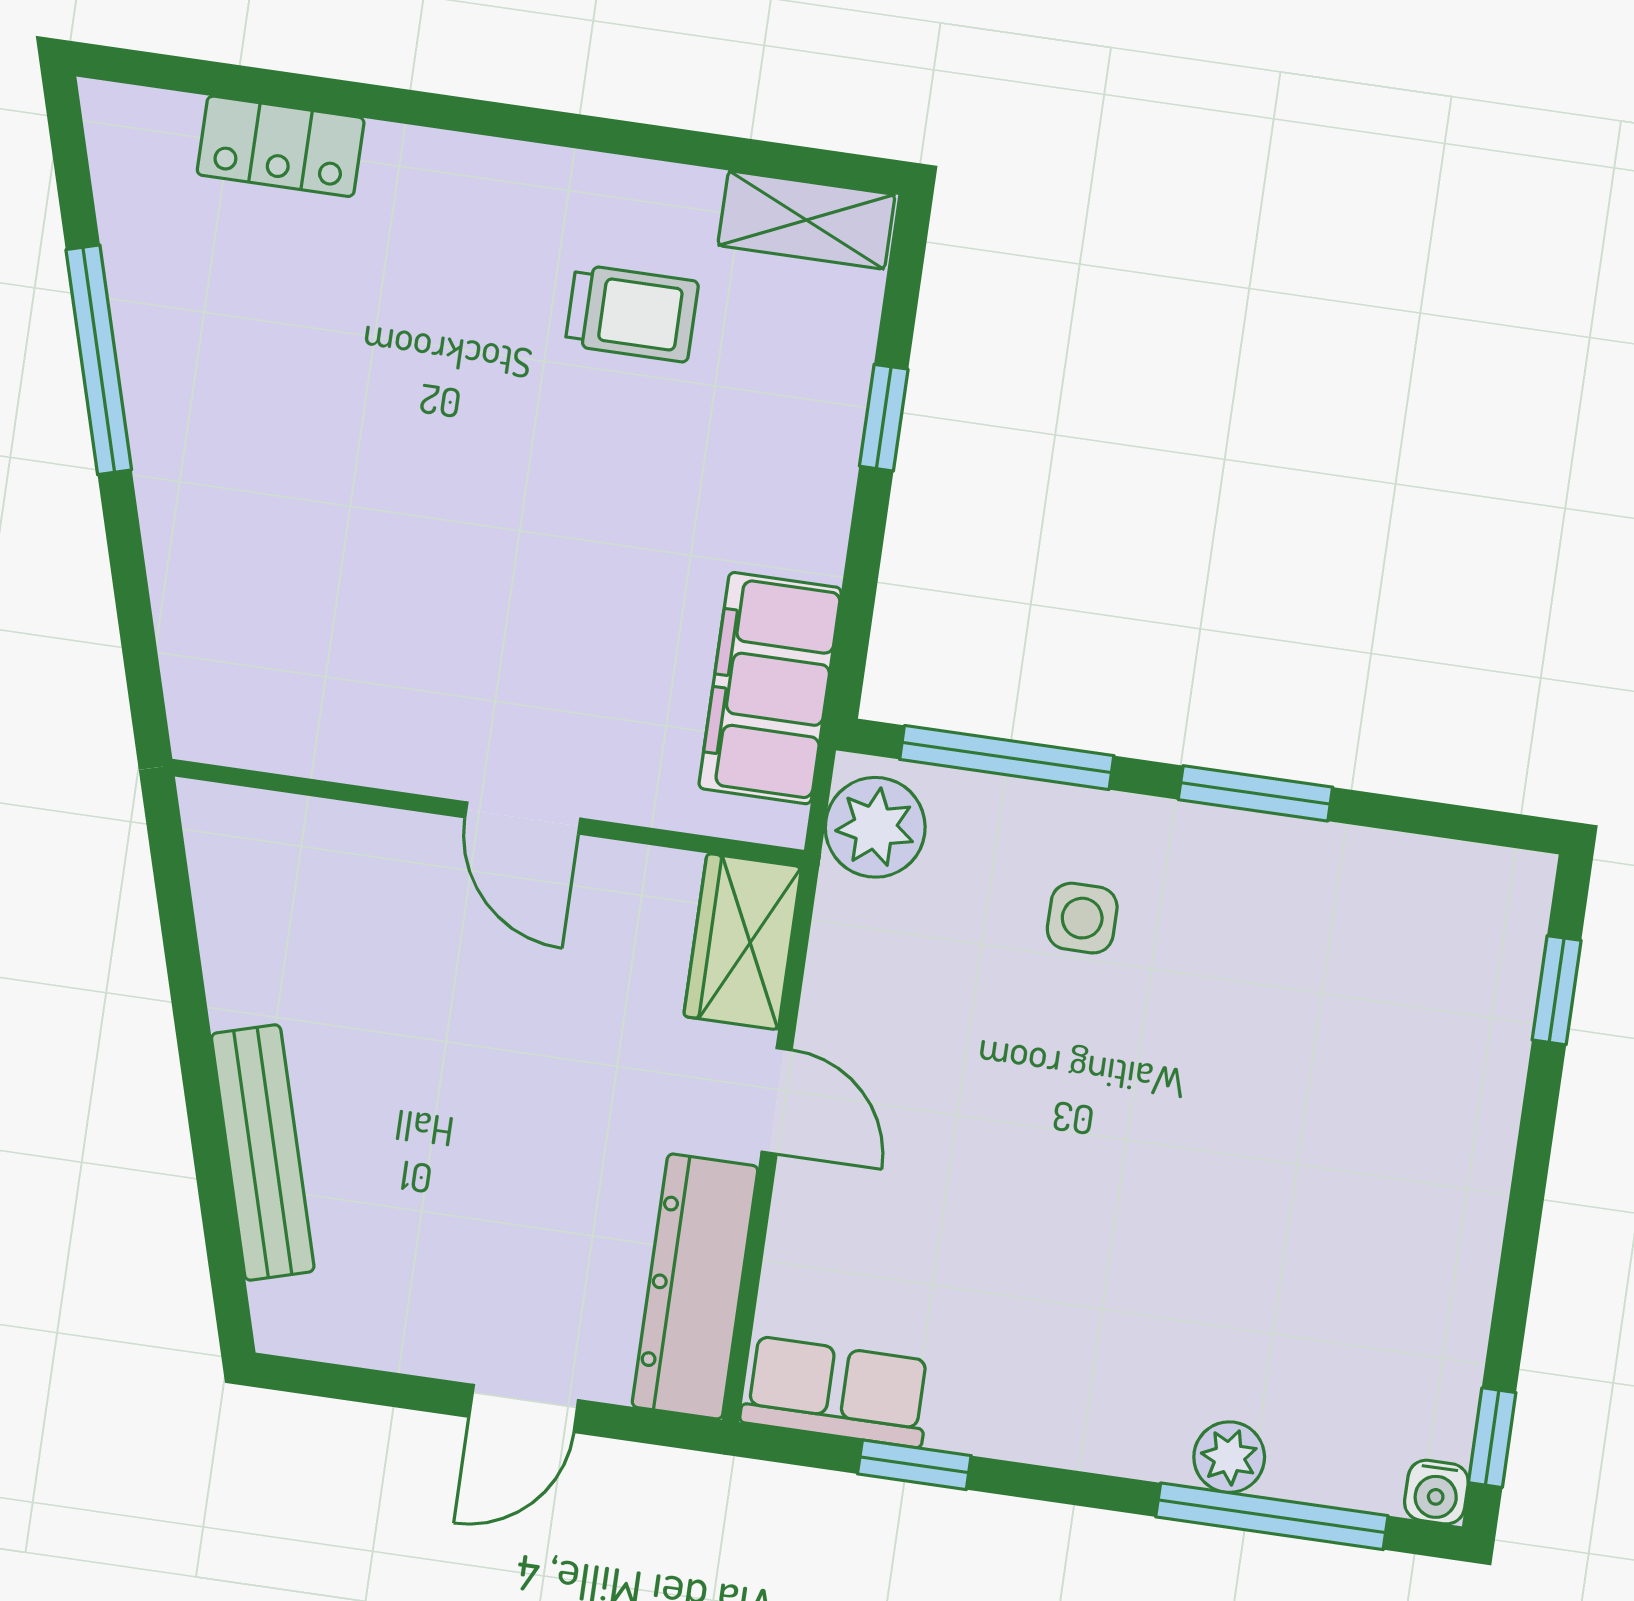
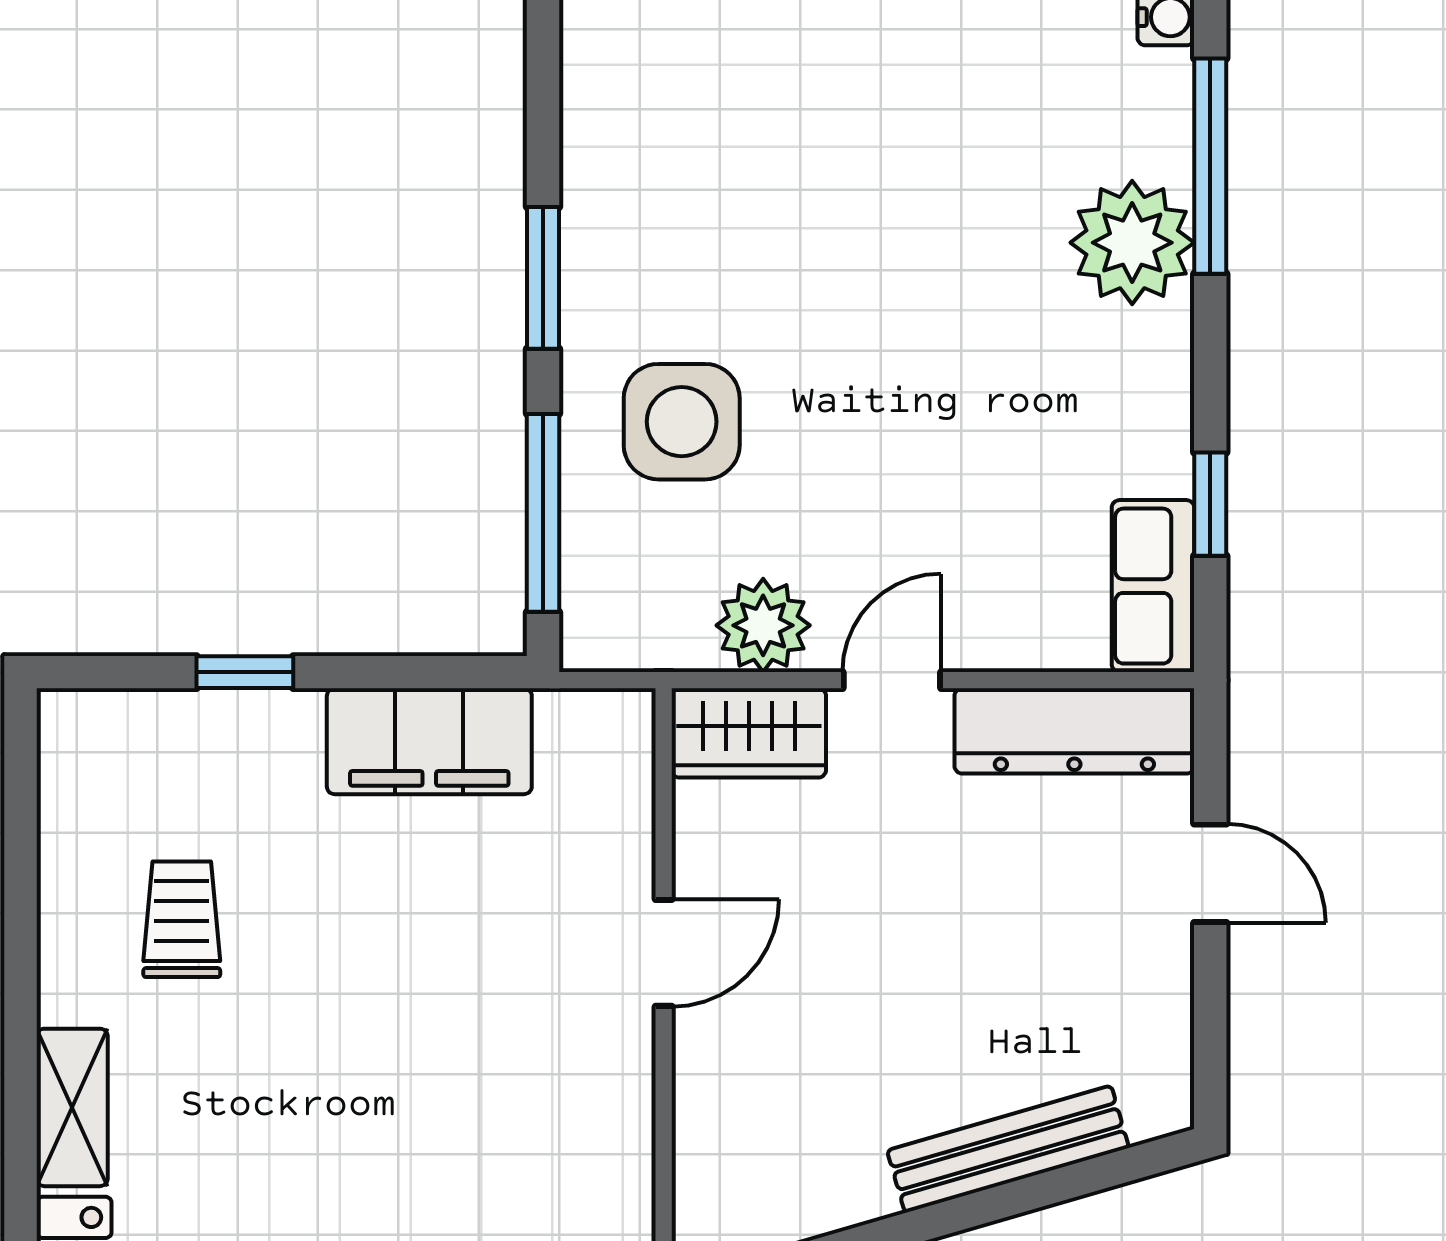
shelving: (806, 220) -> (72, 1107), moved
filing cabinet: (770, 688) -> (429, 741), moved
plant: (875, 827) -> (763, 625), moved
side table: (1082, 918) -> (682, 422), width x1.87, depth x1.87
plant: (1229, 1457) -> (1132, 243), width x1.88, depth x1.88

